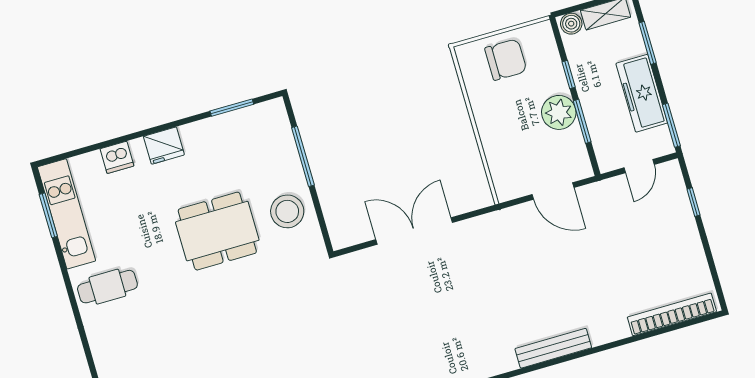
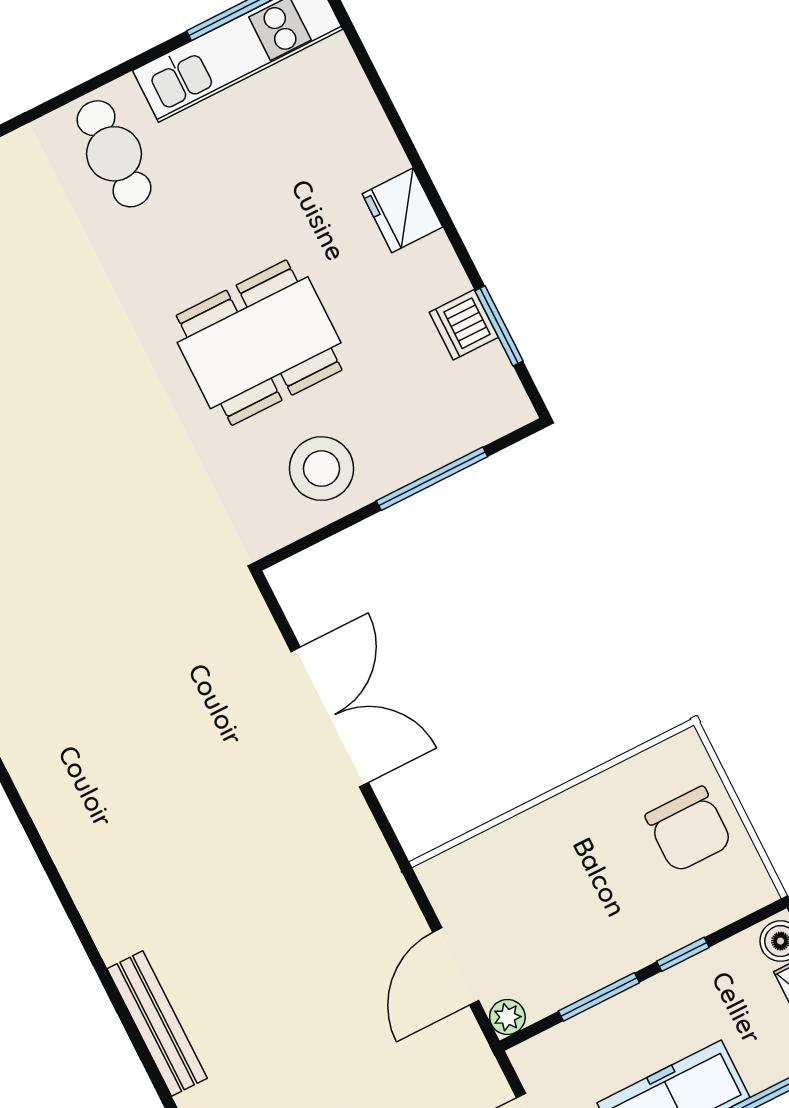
plant: (559, 112) -> (507, 1017), moved, width x0.53, depth x0.53
dishwasher: (117, 157) -> (464, 325), moved
dining table: (217, 231) -> (259, 343), turned 90

